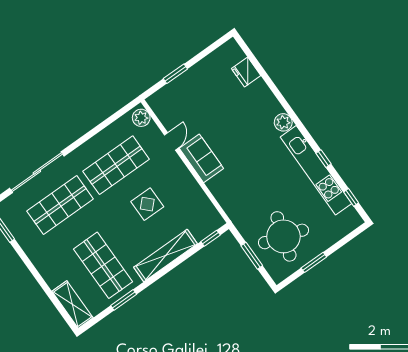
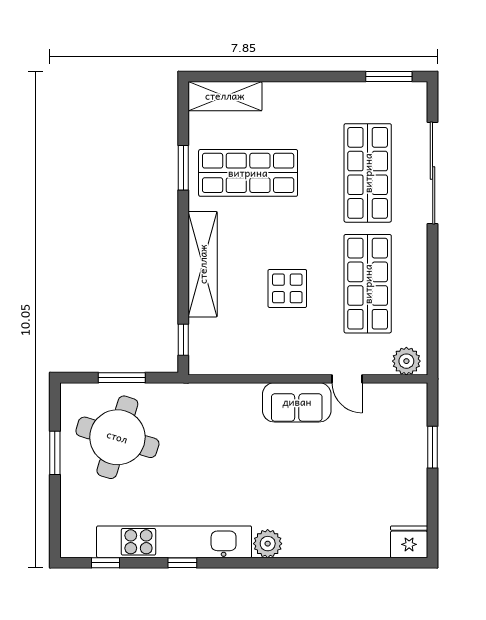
fridge: (246, 72) -> (409, 542), moved

